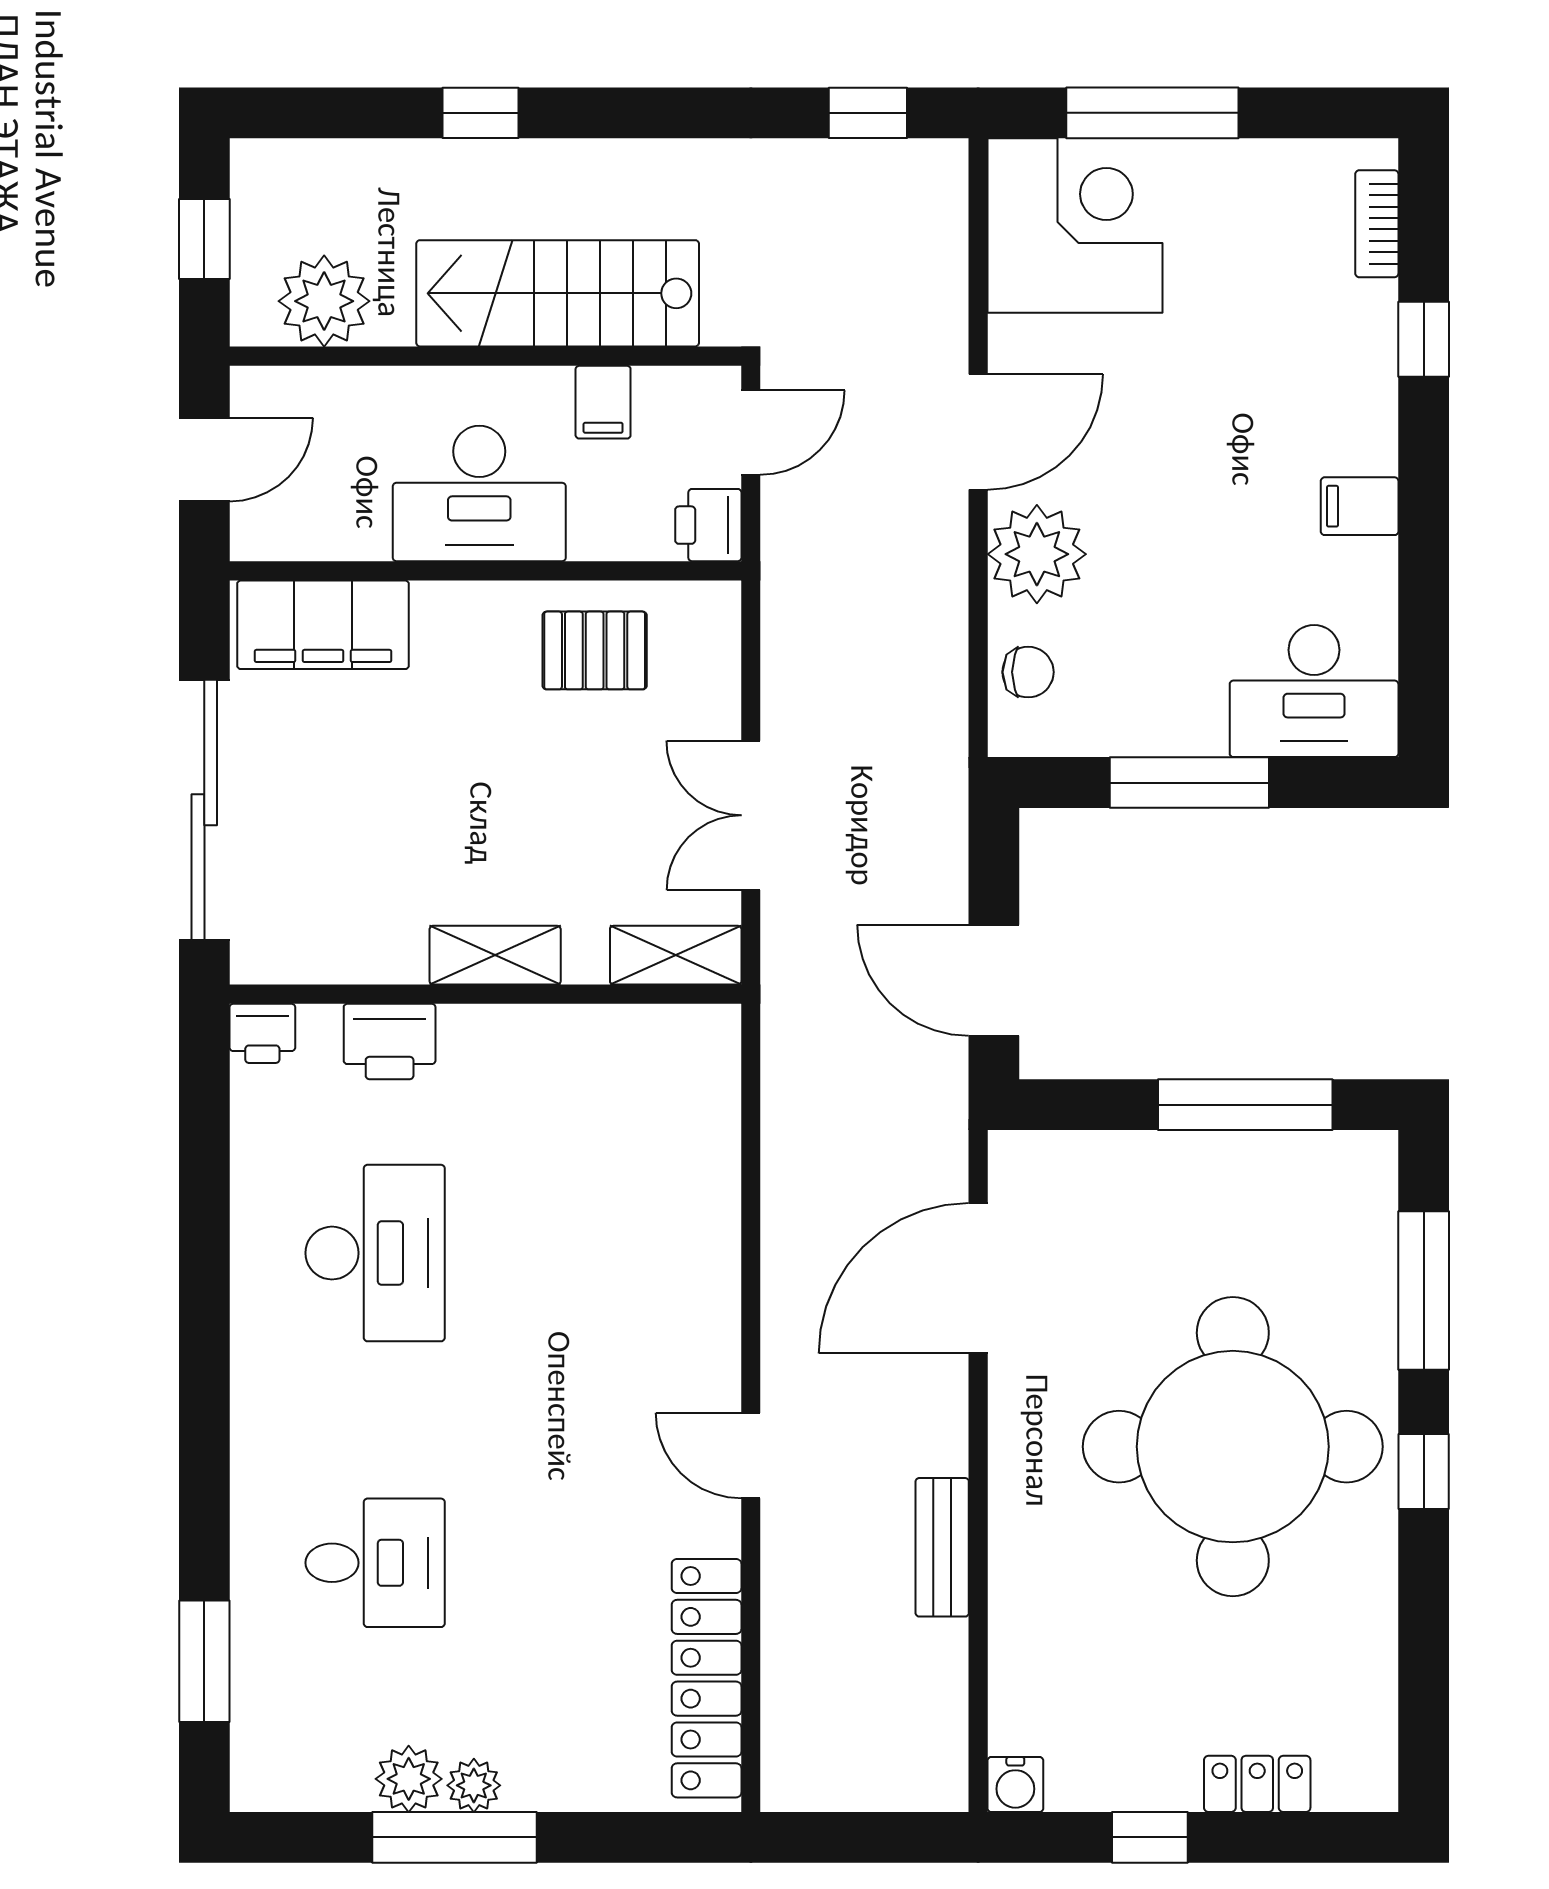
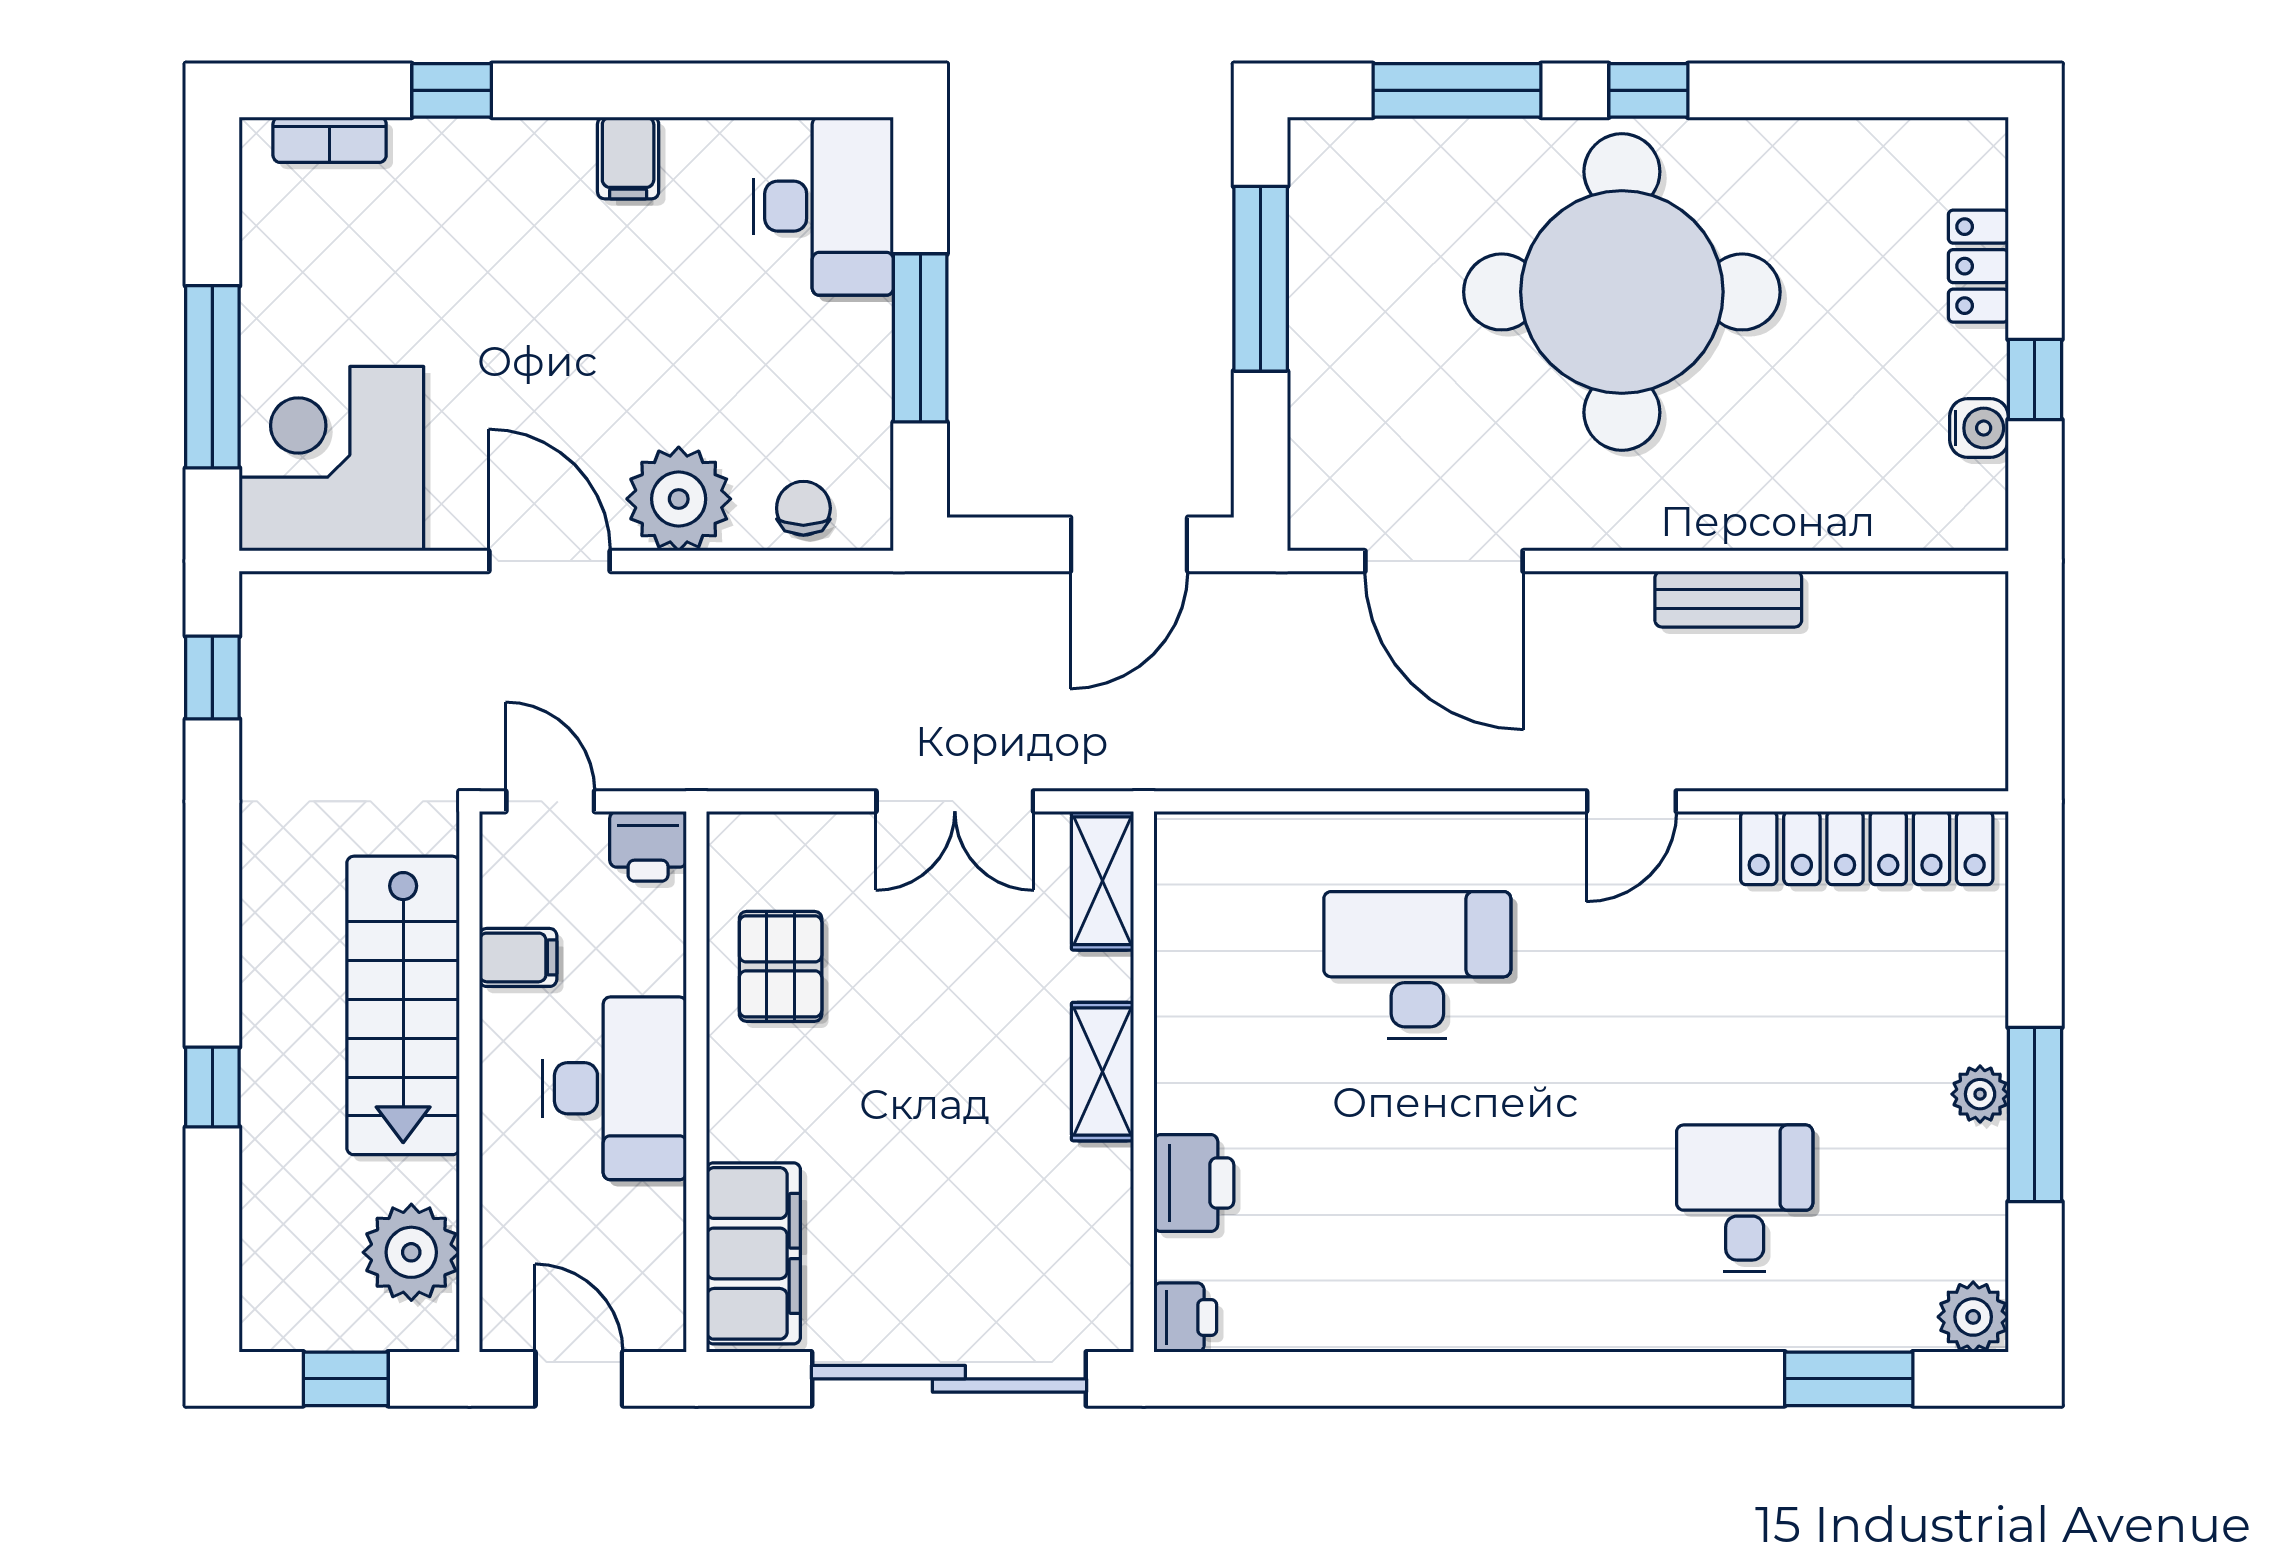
desk: (375, 1253) -> (1417, 965), moved
plant: (409, 1779) -> (1973, 1317), moved
water cooler: (1015, 1784) -> (1979, 428), moved

